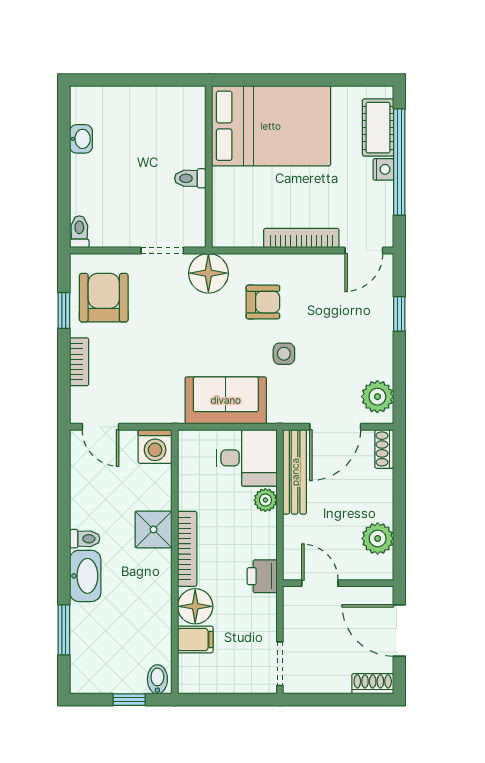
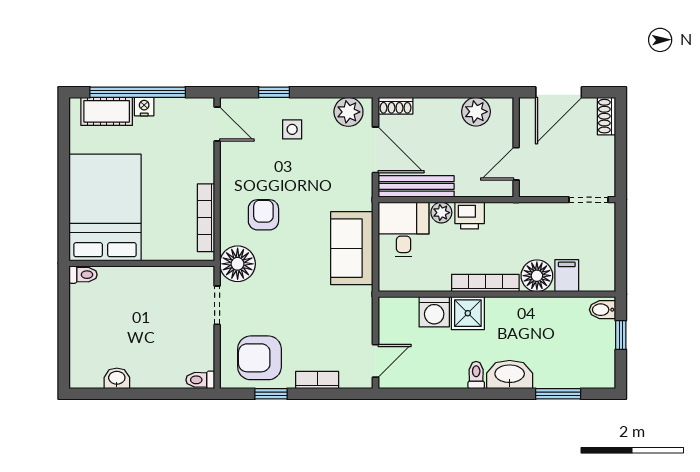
toilet: (190, 178) -> (83, 275), moved, turned -90
bookcase: (301, 238) -> (206, 218), moved
side table: (284, 354) -> (292, 129), moved
washing machine: (155, 446) -> (434, 312), moved, turned 90
printer: (262, 576) -> (470, 216), moved

